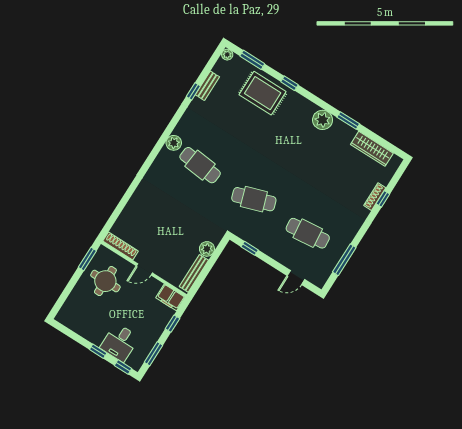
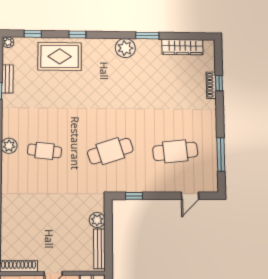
window: (252, 60) -> (33, 34), width x0.67
cafe table: (200, 165) -> (45, 151), width x0.73, depth x0.74

